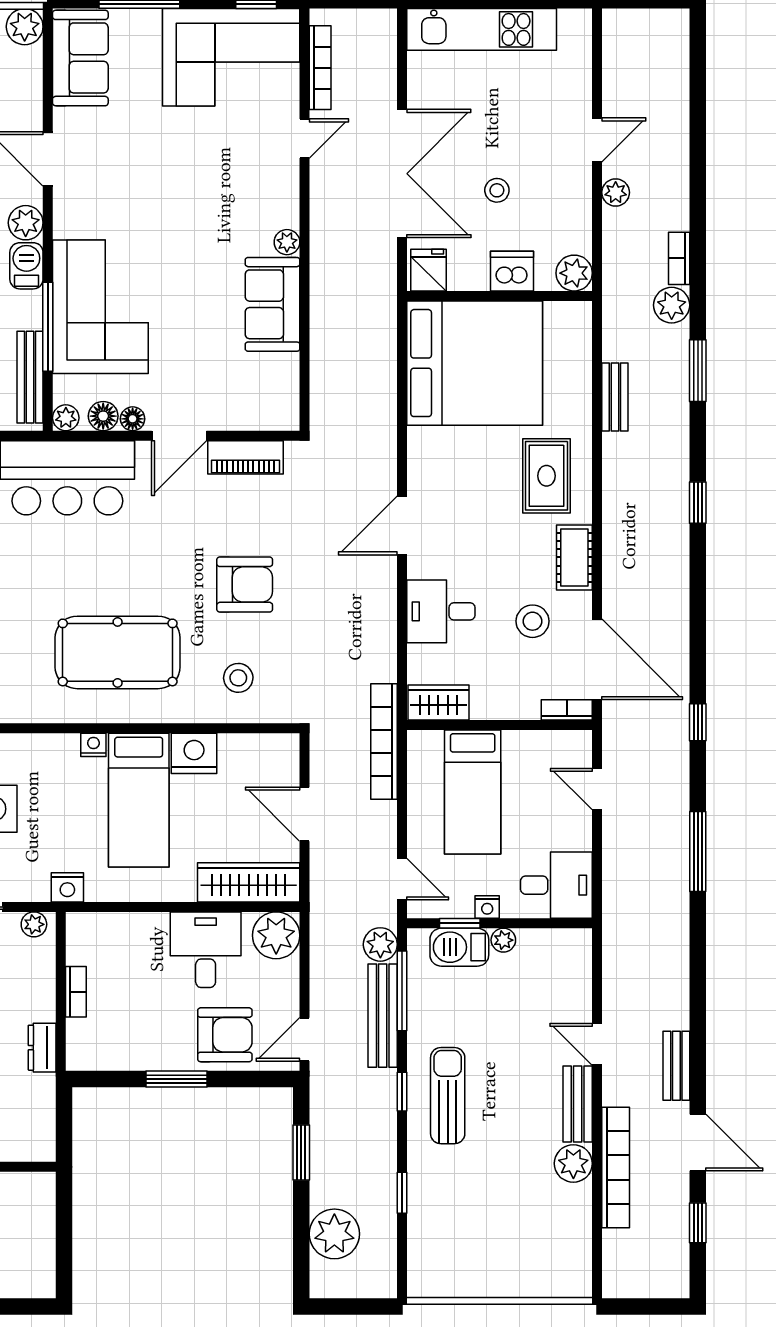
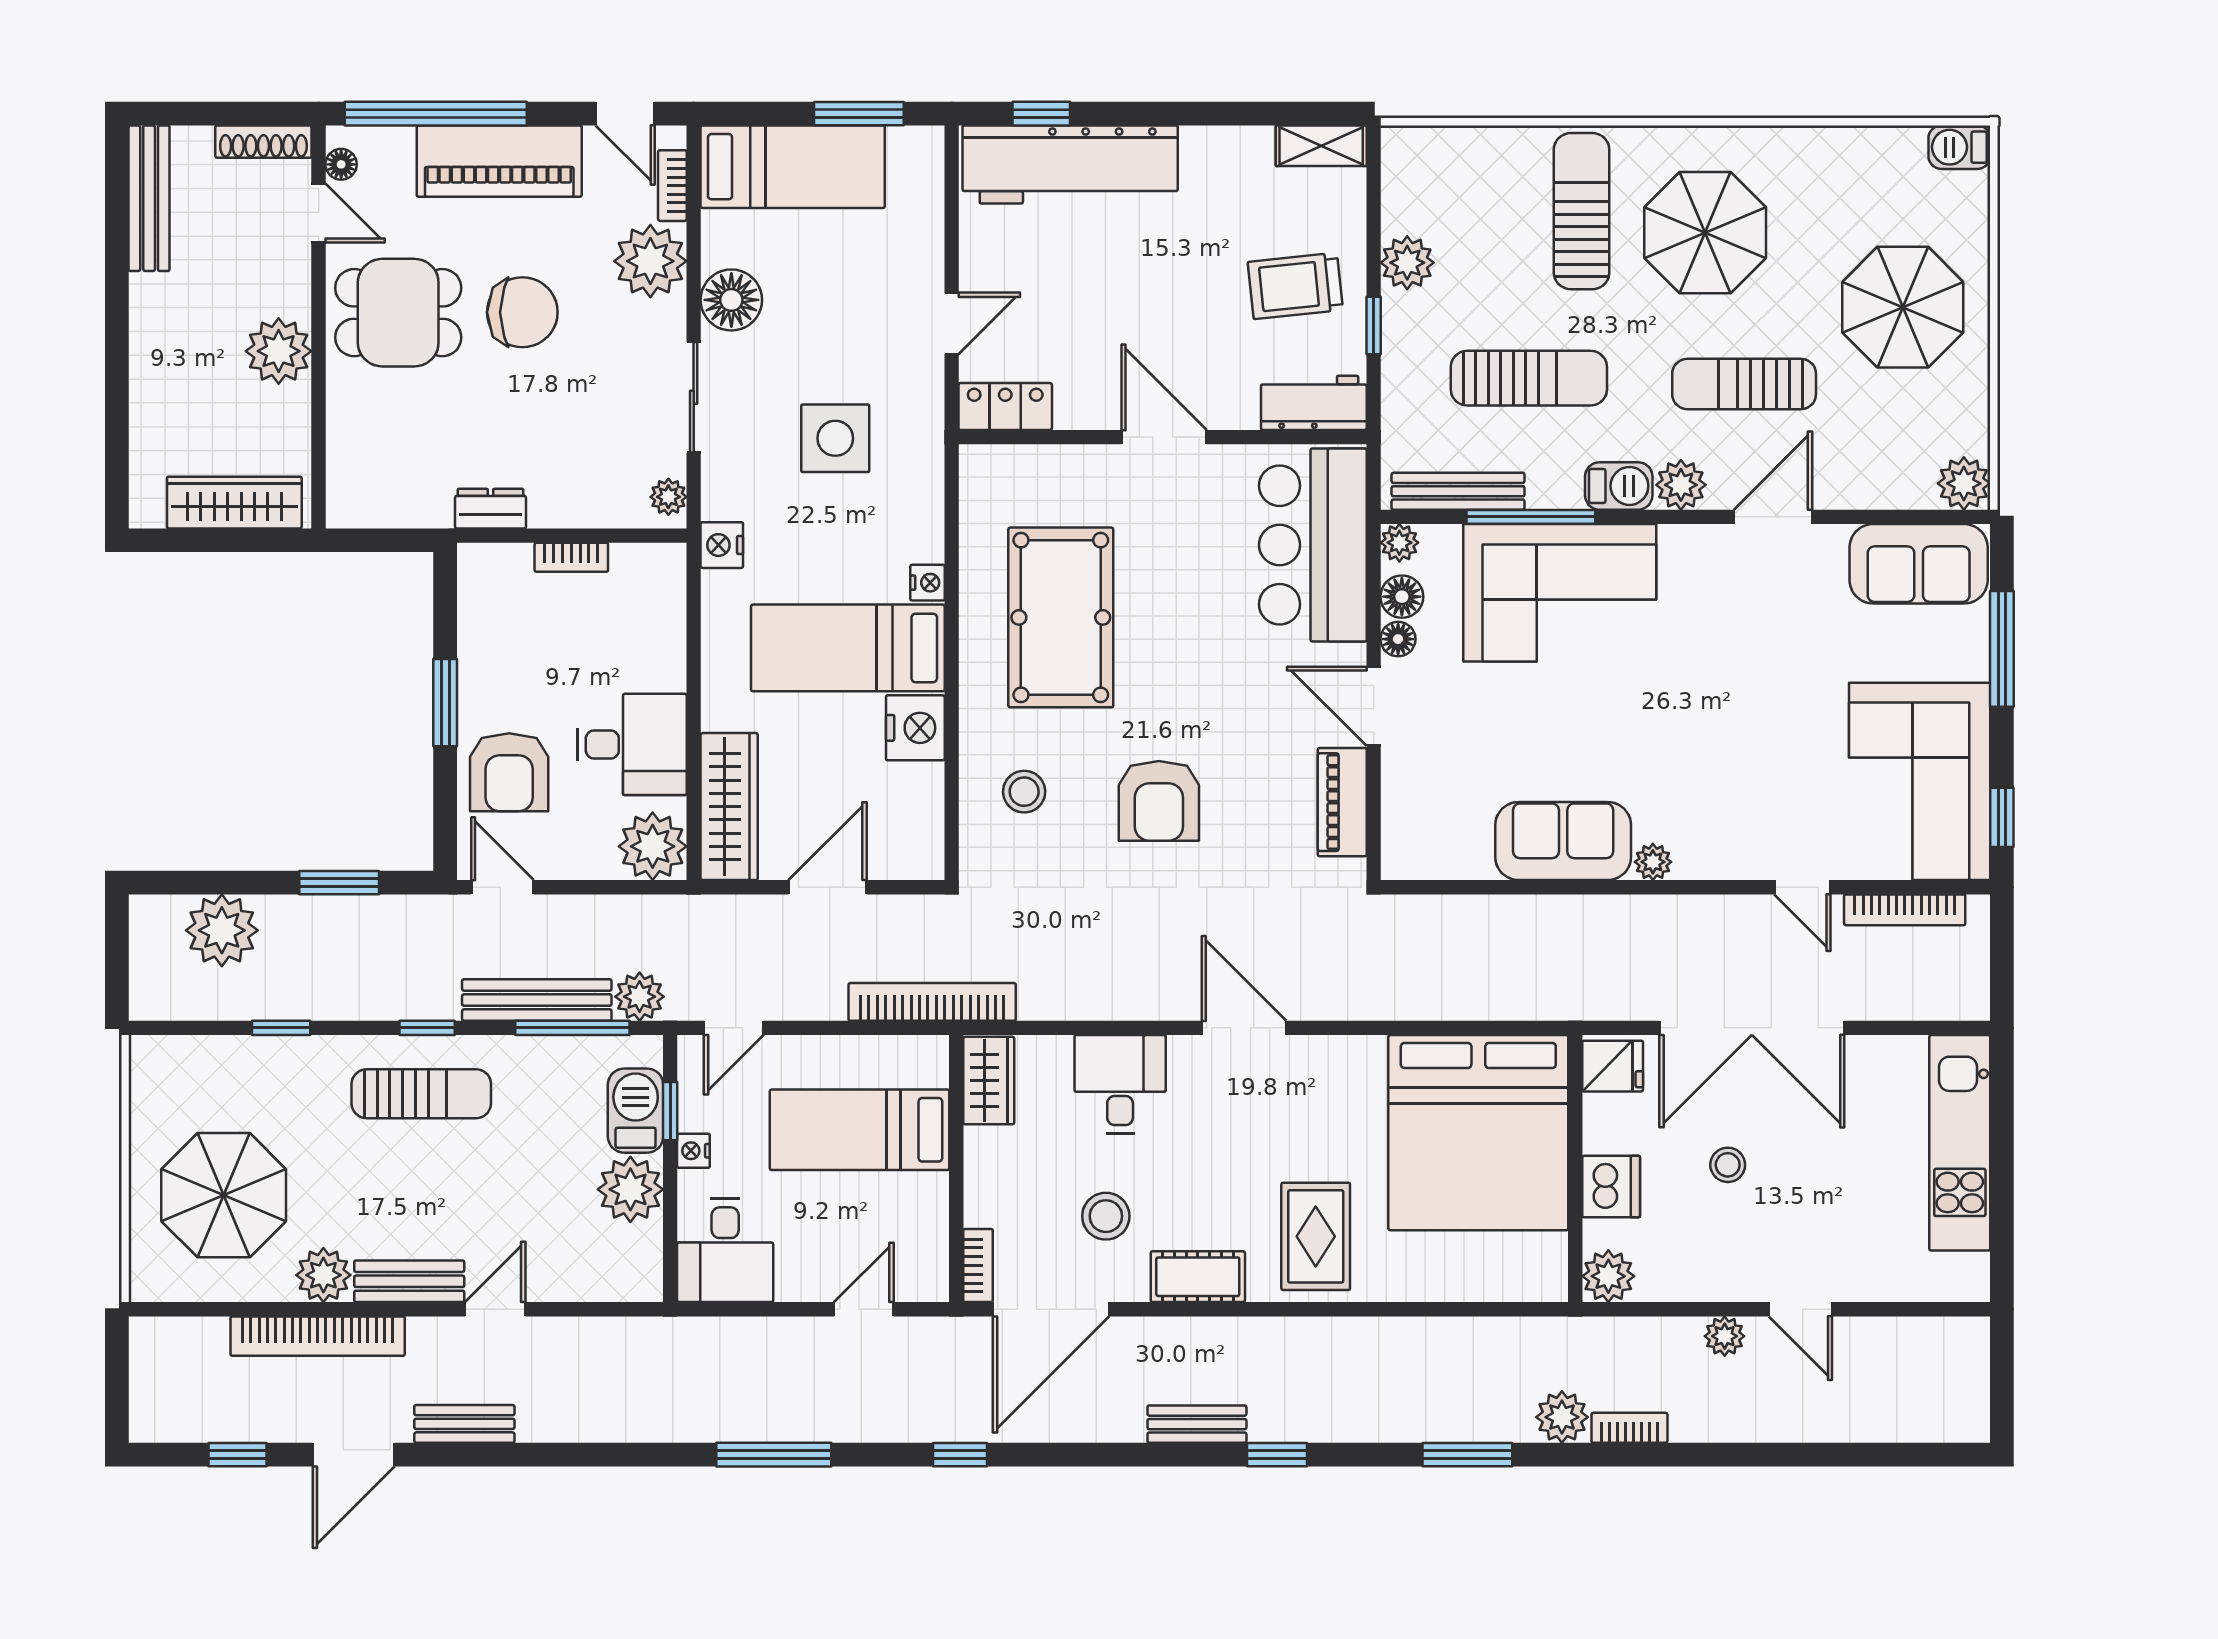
bench: (615, 397) -> (1197, 1424), moved
rug: (546, 476) -> (1316, 1236), turned 90
plant: (503, 940) -> (630, 1189), width x1.88, depth x1.88
wardrobe: (38, 1225) -> (234, 503), added
parasol: (518, 1233) -> (224, 1195), added

